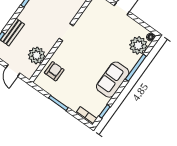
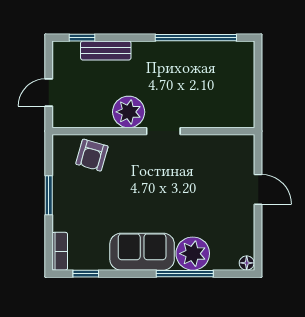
plant: (138, 45) -> (193, 254), moved
plant: (37, 55) -> (129, 112), moved
armchair: (54, 71) -> (92, 155), turned 106

